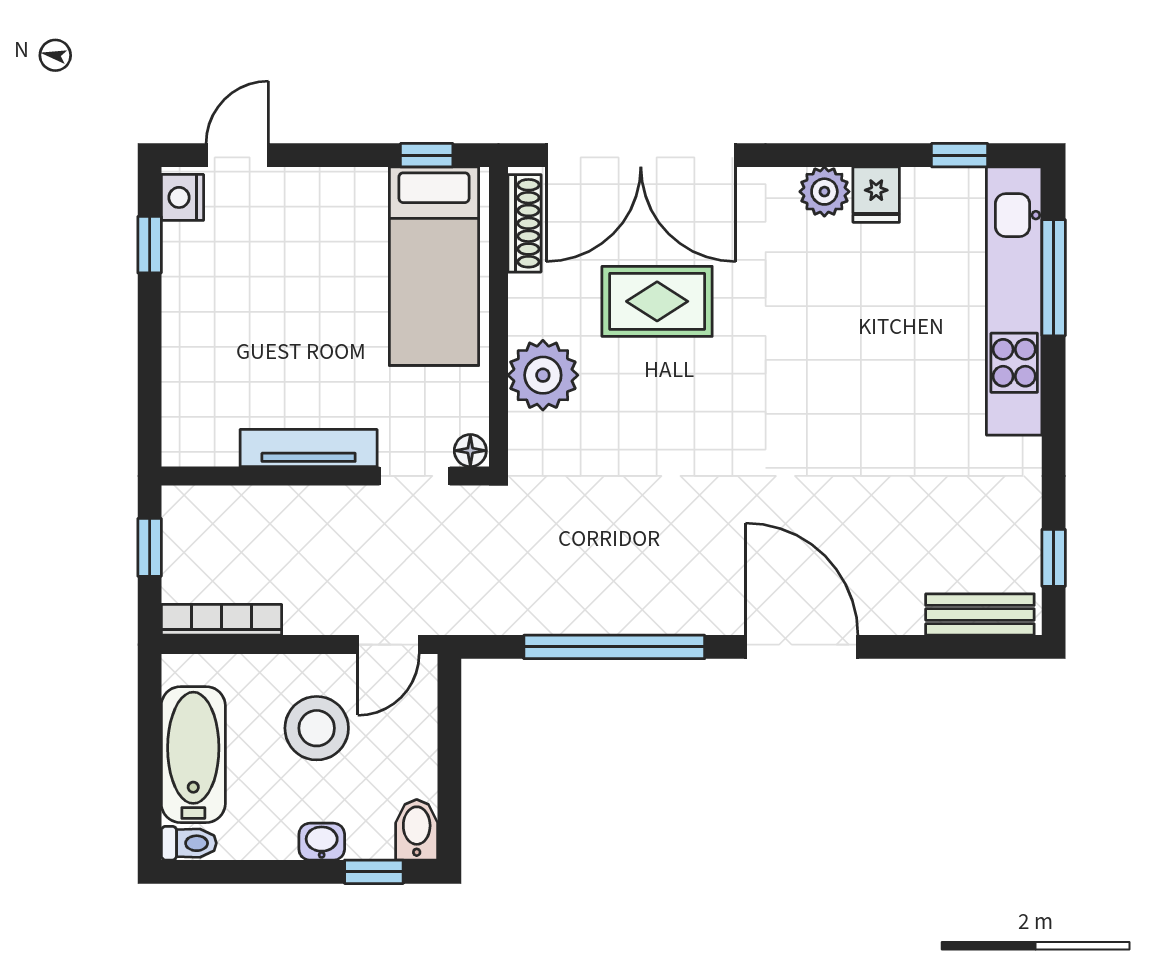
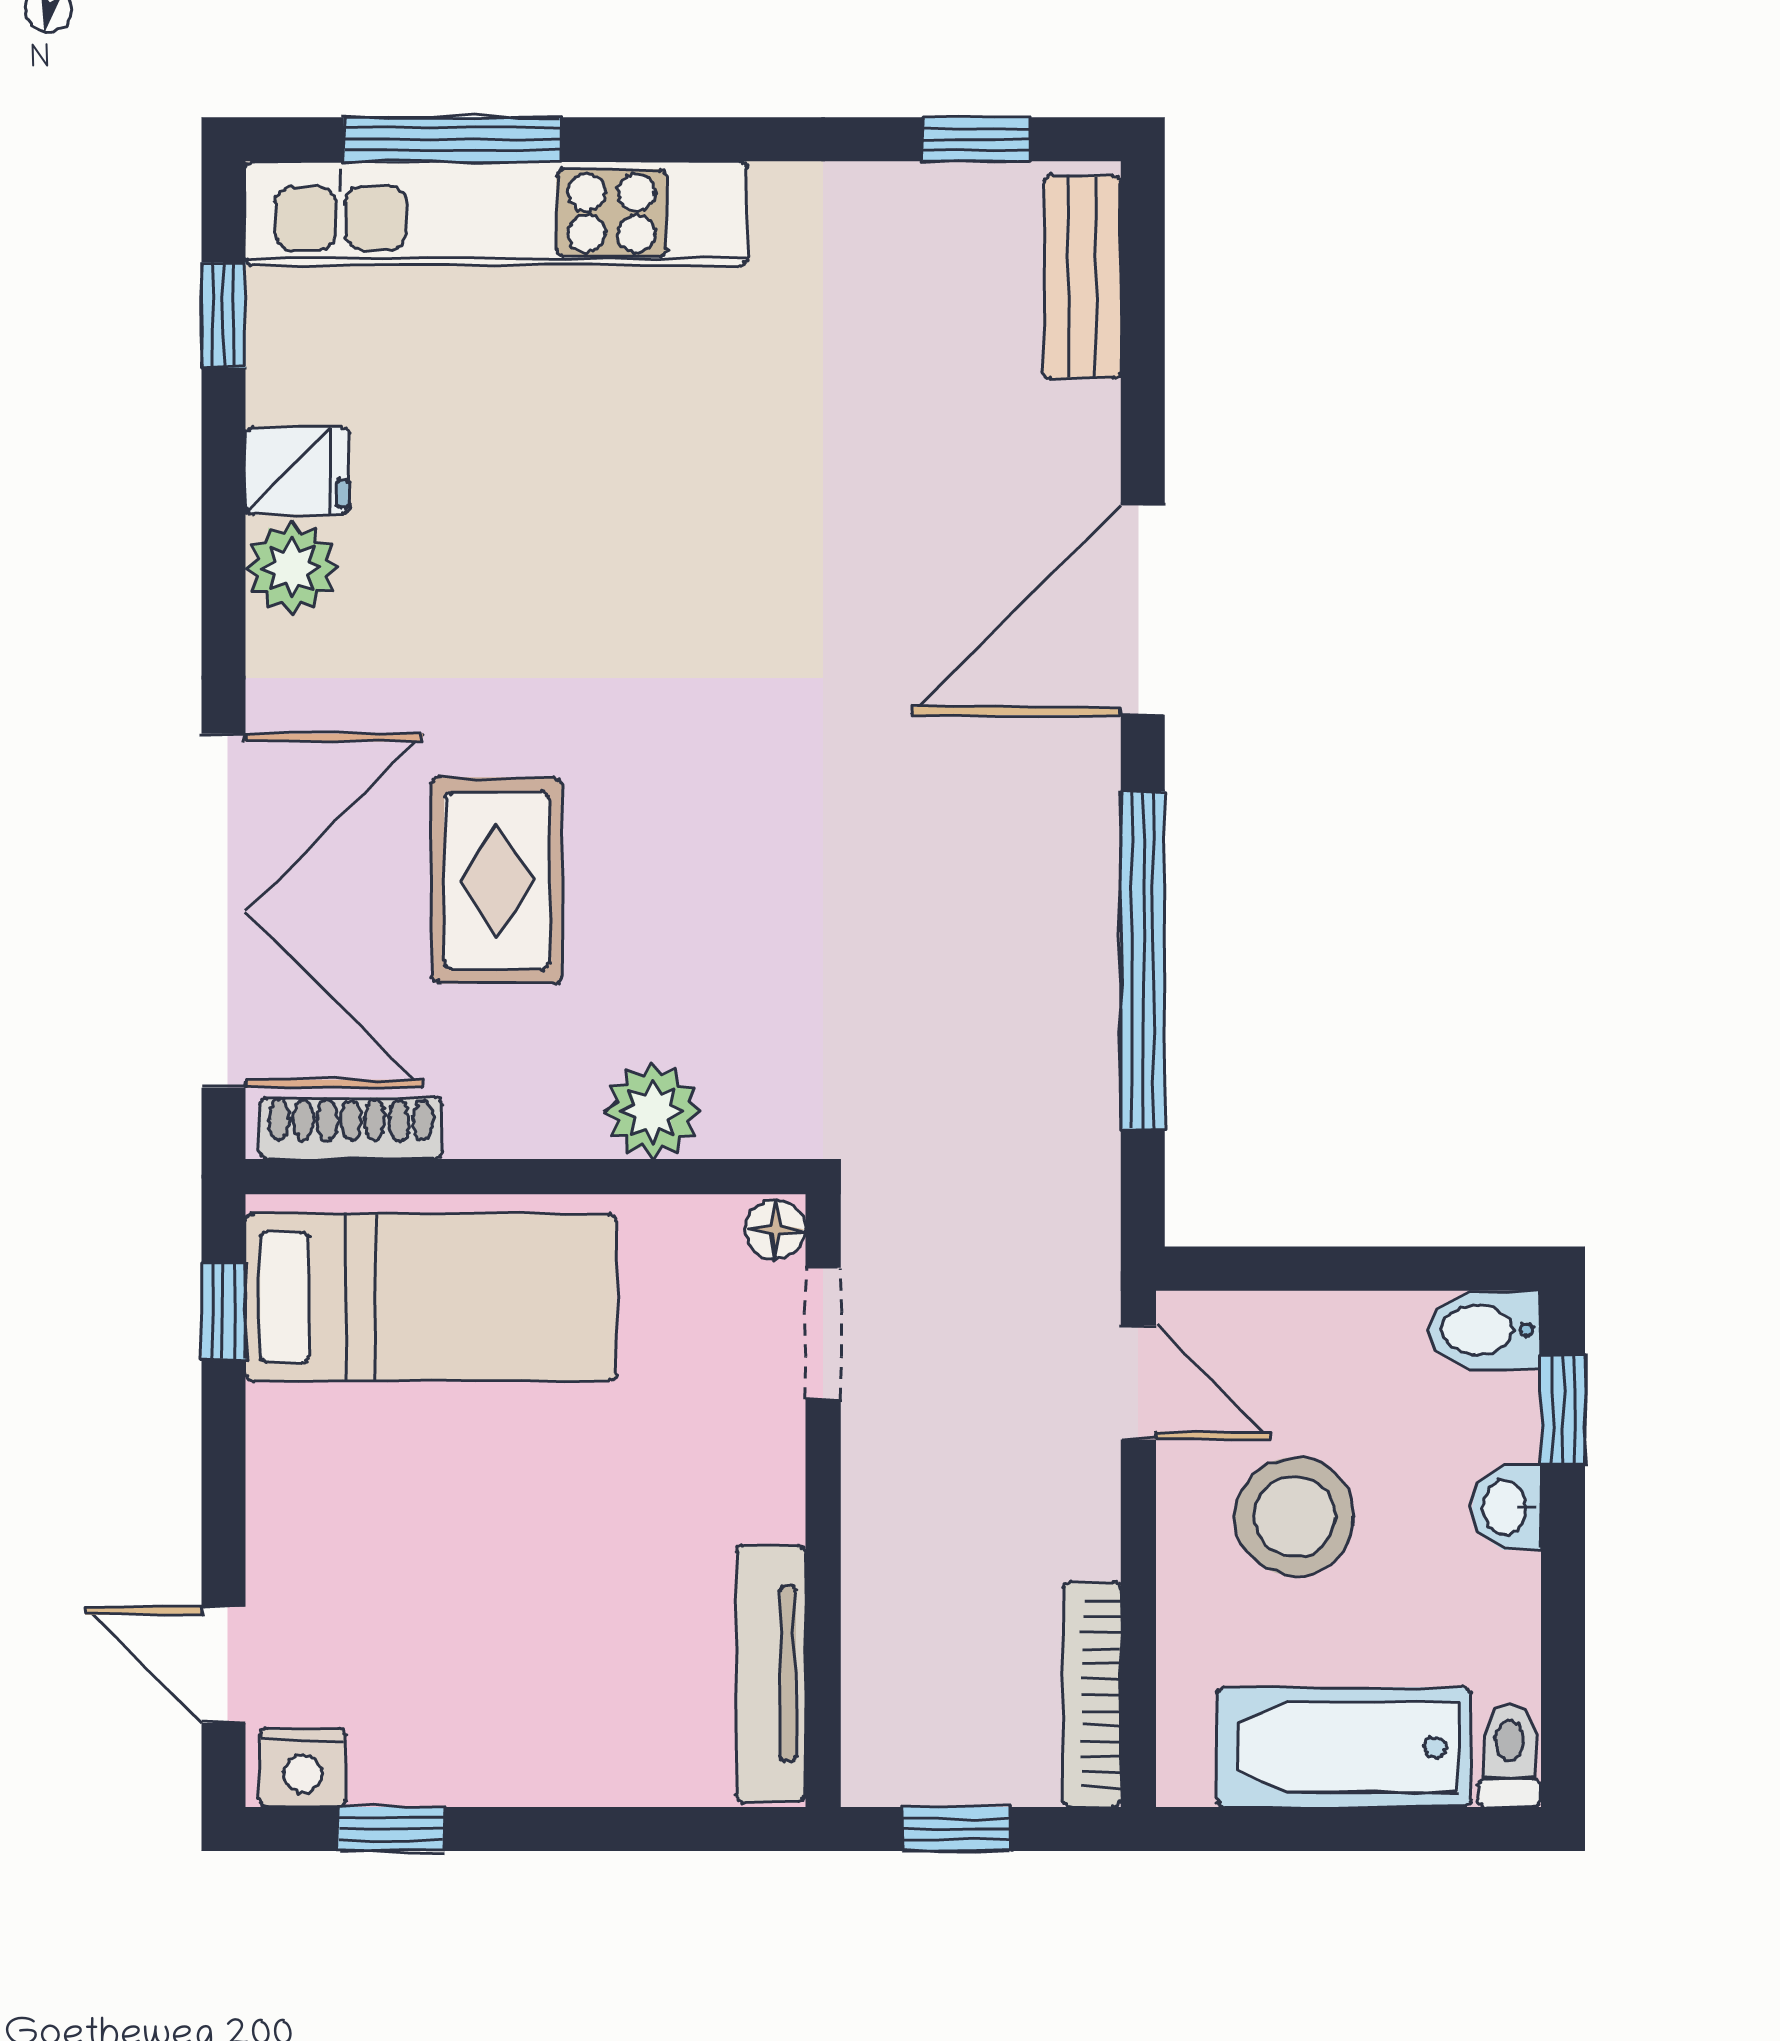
plant: (543, 375) -> (652, 1111), width x0.73, depth x0.73
tv unit: (309, 448) -> (771, 1674), moved

